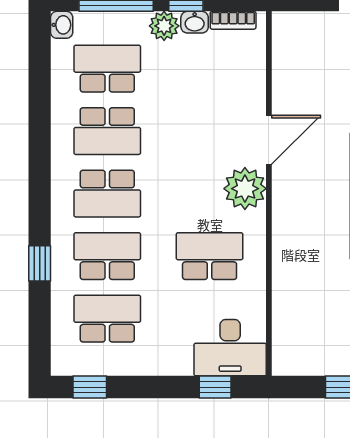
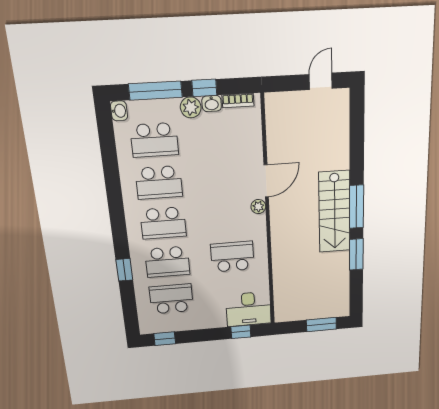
school desk: (107, 69) -> (154, 140), turned 180
plant: (245, 189) -> (258, 207), width x0.53, depth x0.53
school desk: (107, 256) -> (167, 262), turned 180

